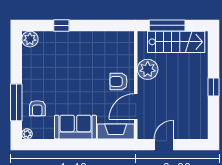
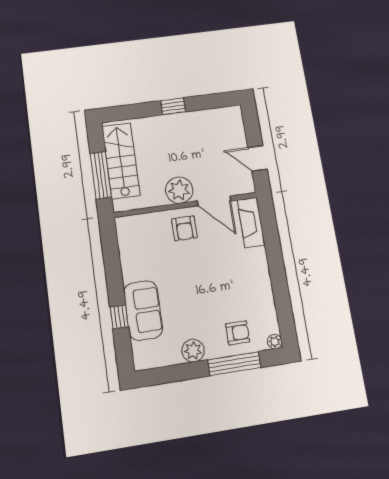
plant: (30, 39) -> (193, 351), moved
plant: (148, 69) -> (179, 190), moved
sofa: (75, 127) -> (143, 310), moved, turned 180

